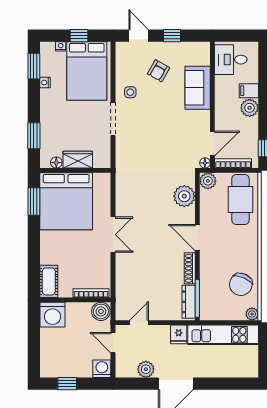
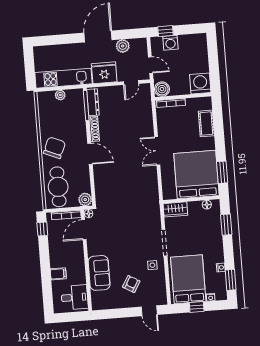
window: (172, 36) -> (123, 313), removed
plant: (250, 108) -> (57, 260), removed
wardrobe: (78, 160) -> (175, 209), moved
plant: (184, 196) -> (103, 186), removed
cot: (49, 281) -> (206, 123), moved
chair: (241, 284) -> (54, 148), moved
plant: (252, 314) -> (60, 95), moved
fridge: (179, 334) -> (104, 73), width x1.88, depth x1.34
washing machine: (102, 369) -> (170, 43), moved
window: (67, 384) -> (166, 31), moved

